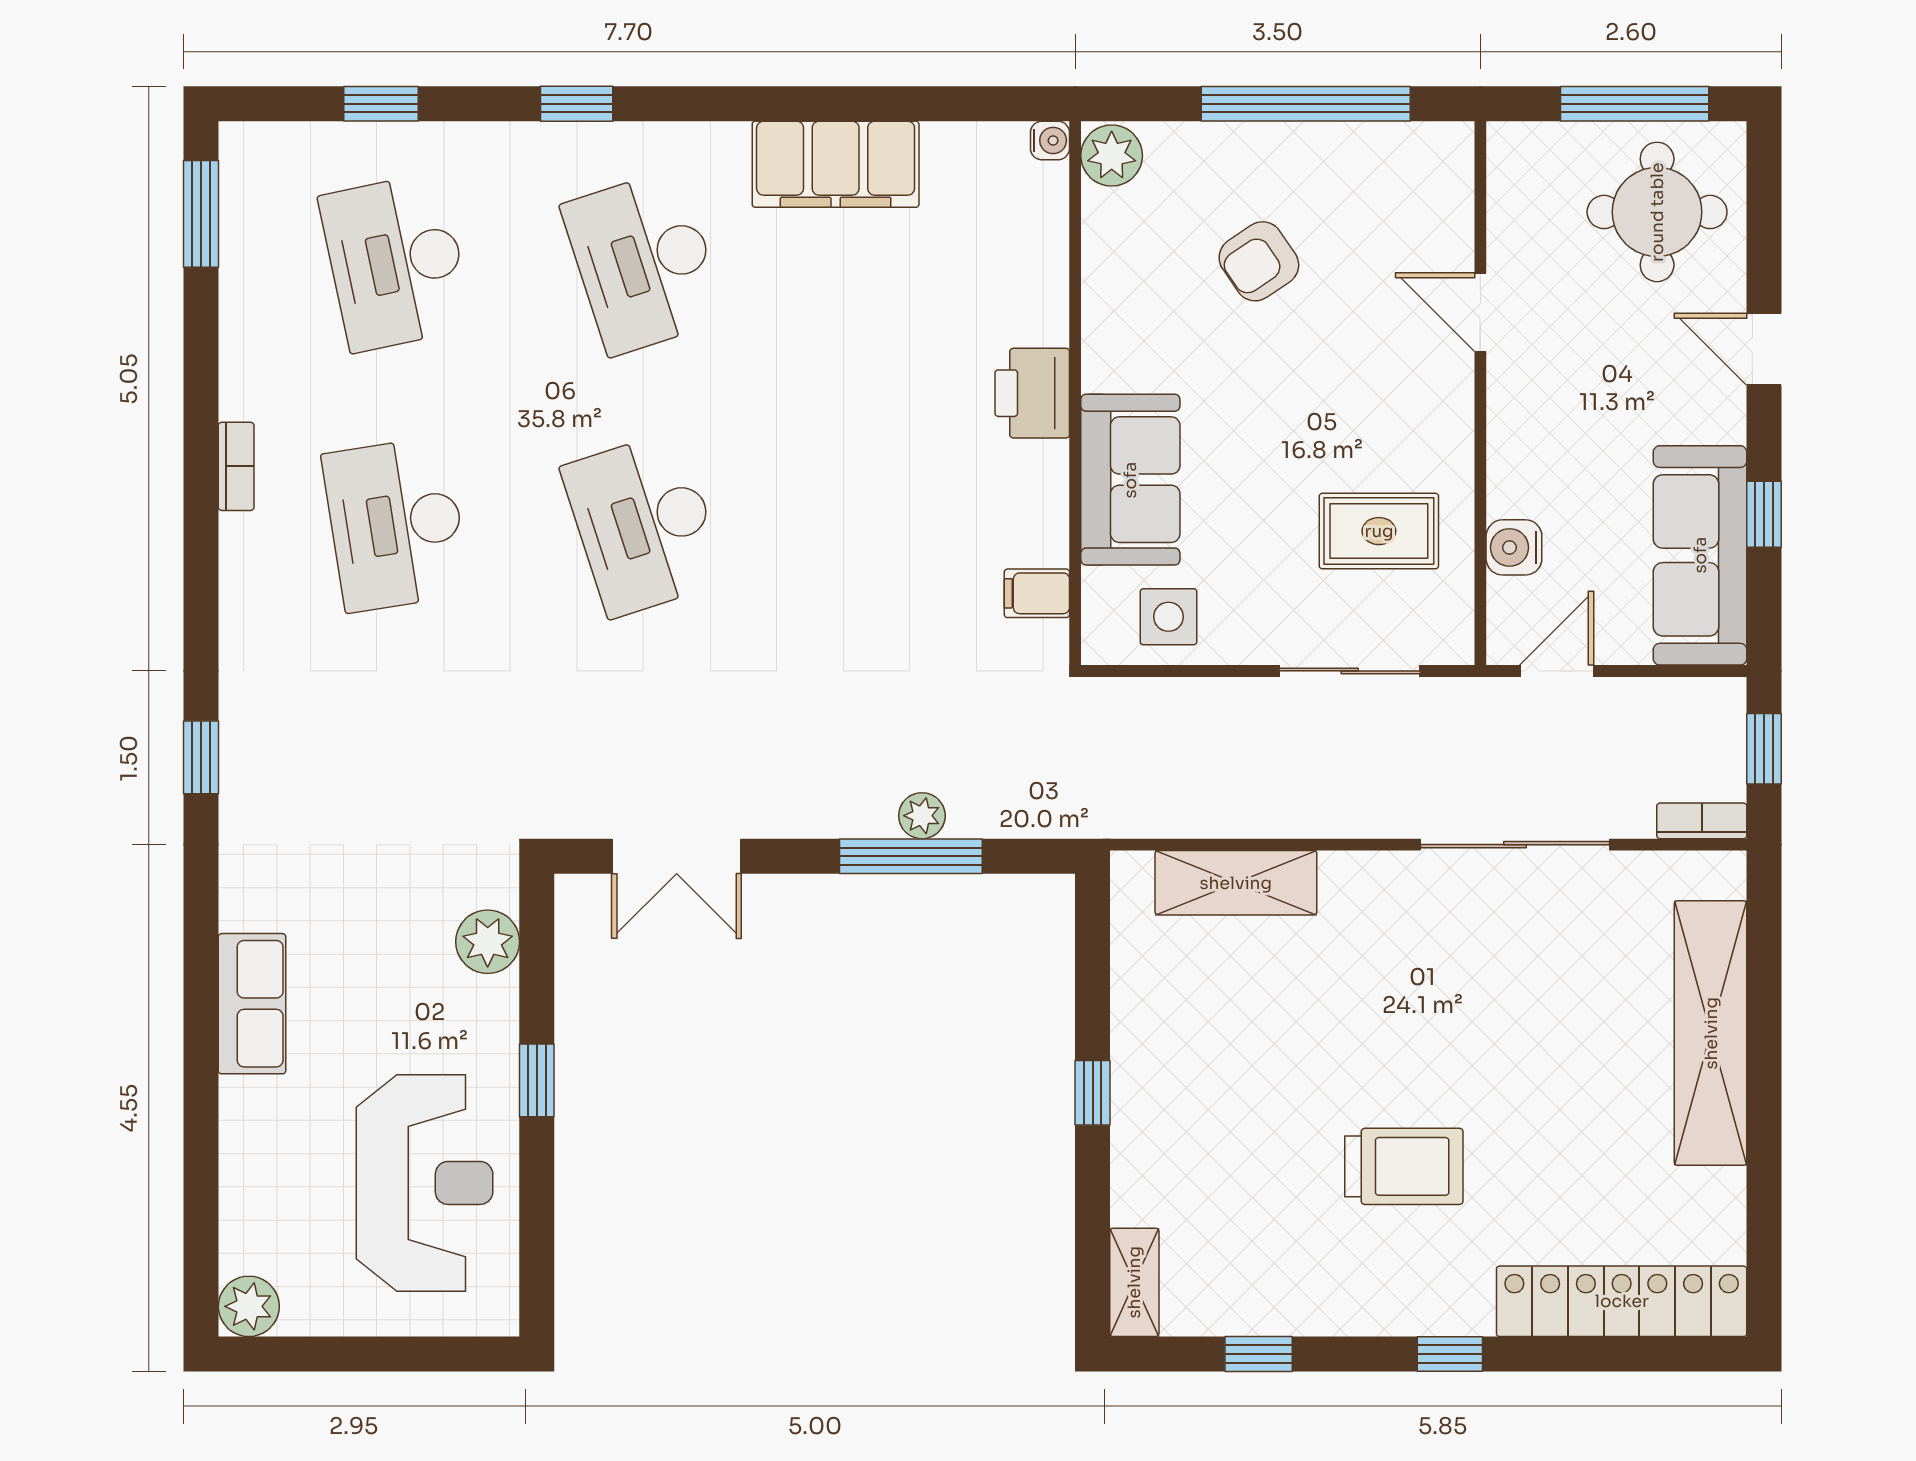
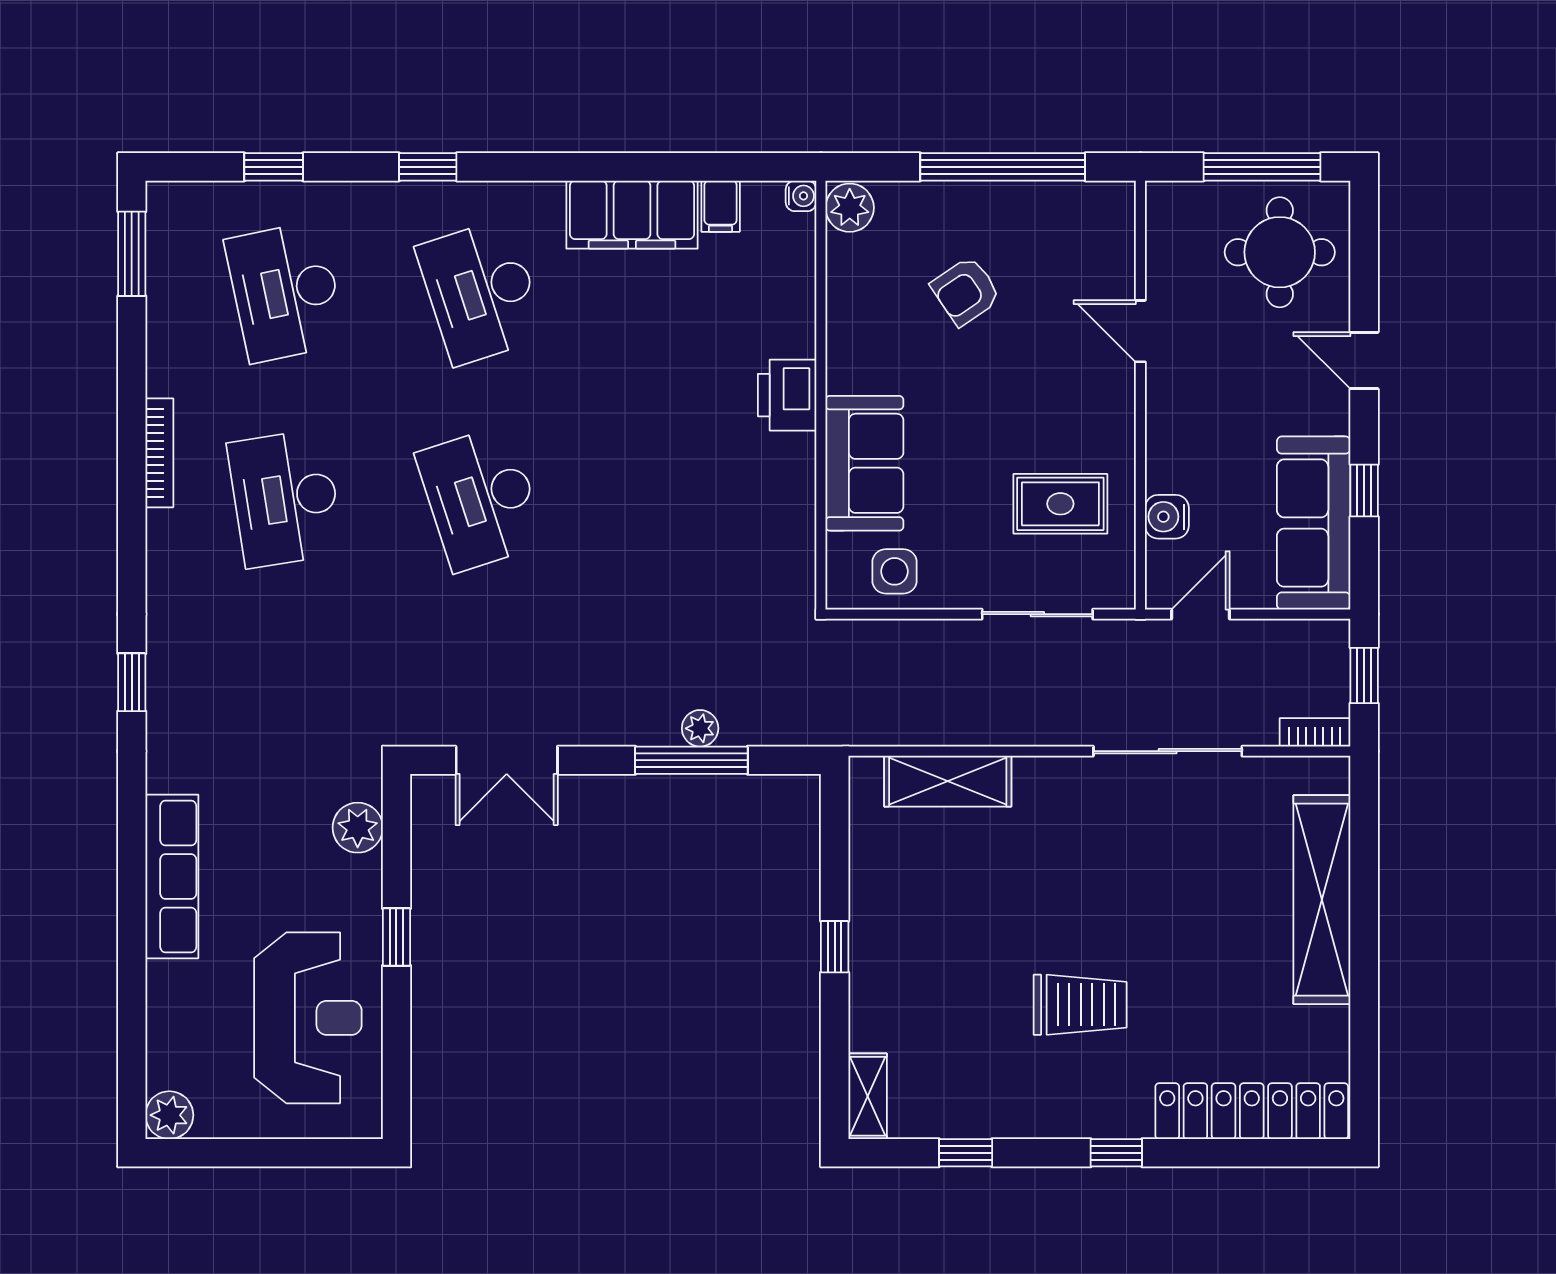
bookcase: (236, 466) -> (159, 453), width x1.56
filing cabinet: (1037, 593) -> (721, 206), moved, turned -90
row of seats: (252, 1004) -> (172, 876), width x1.48

